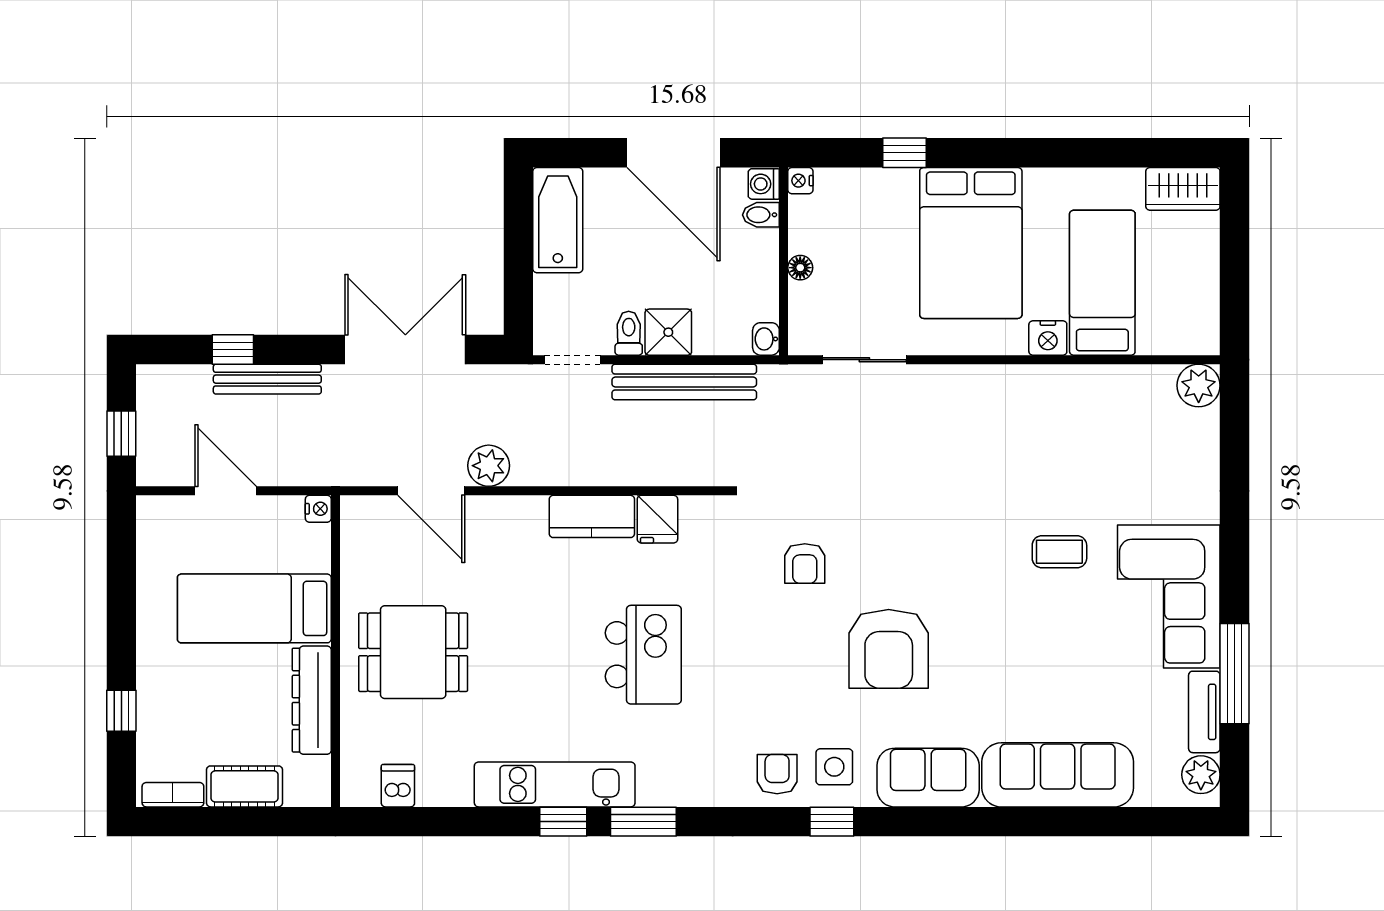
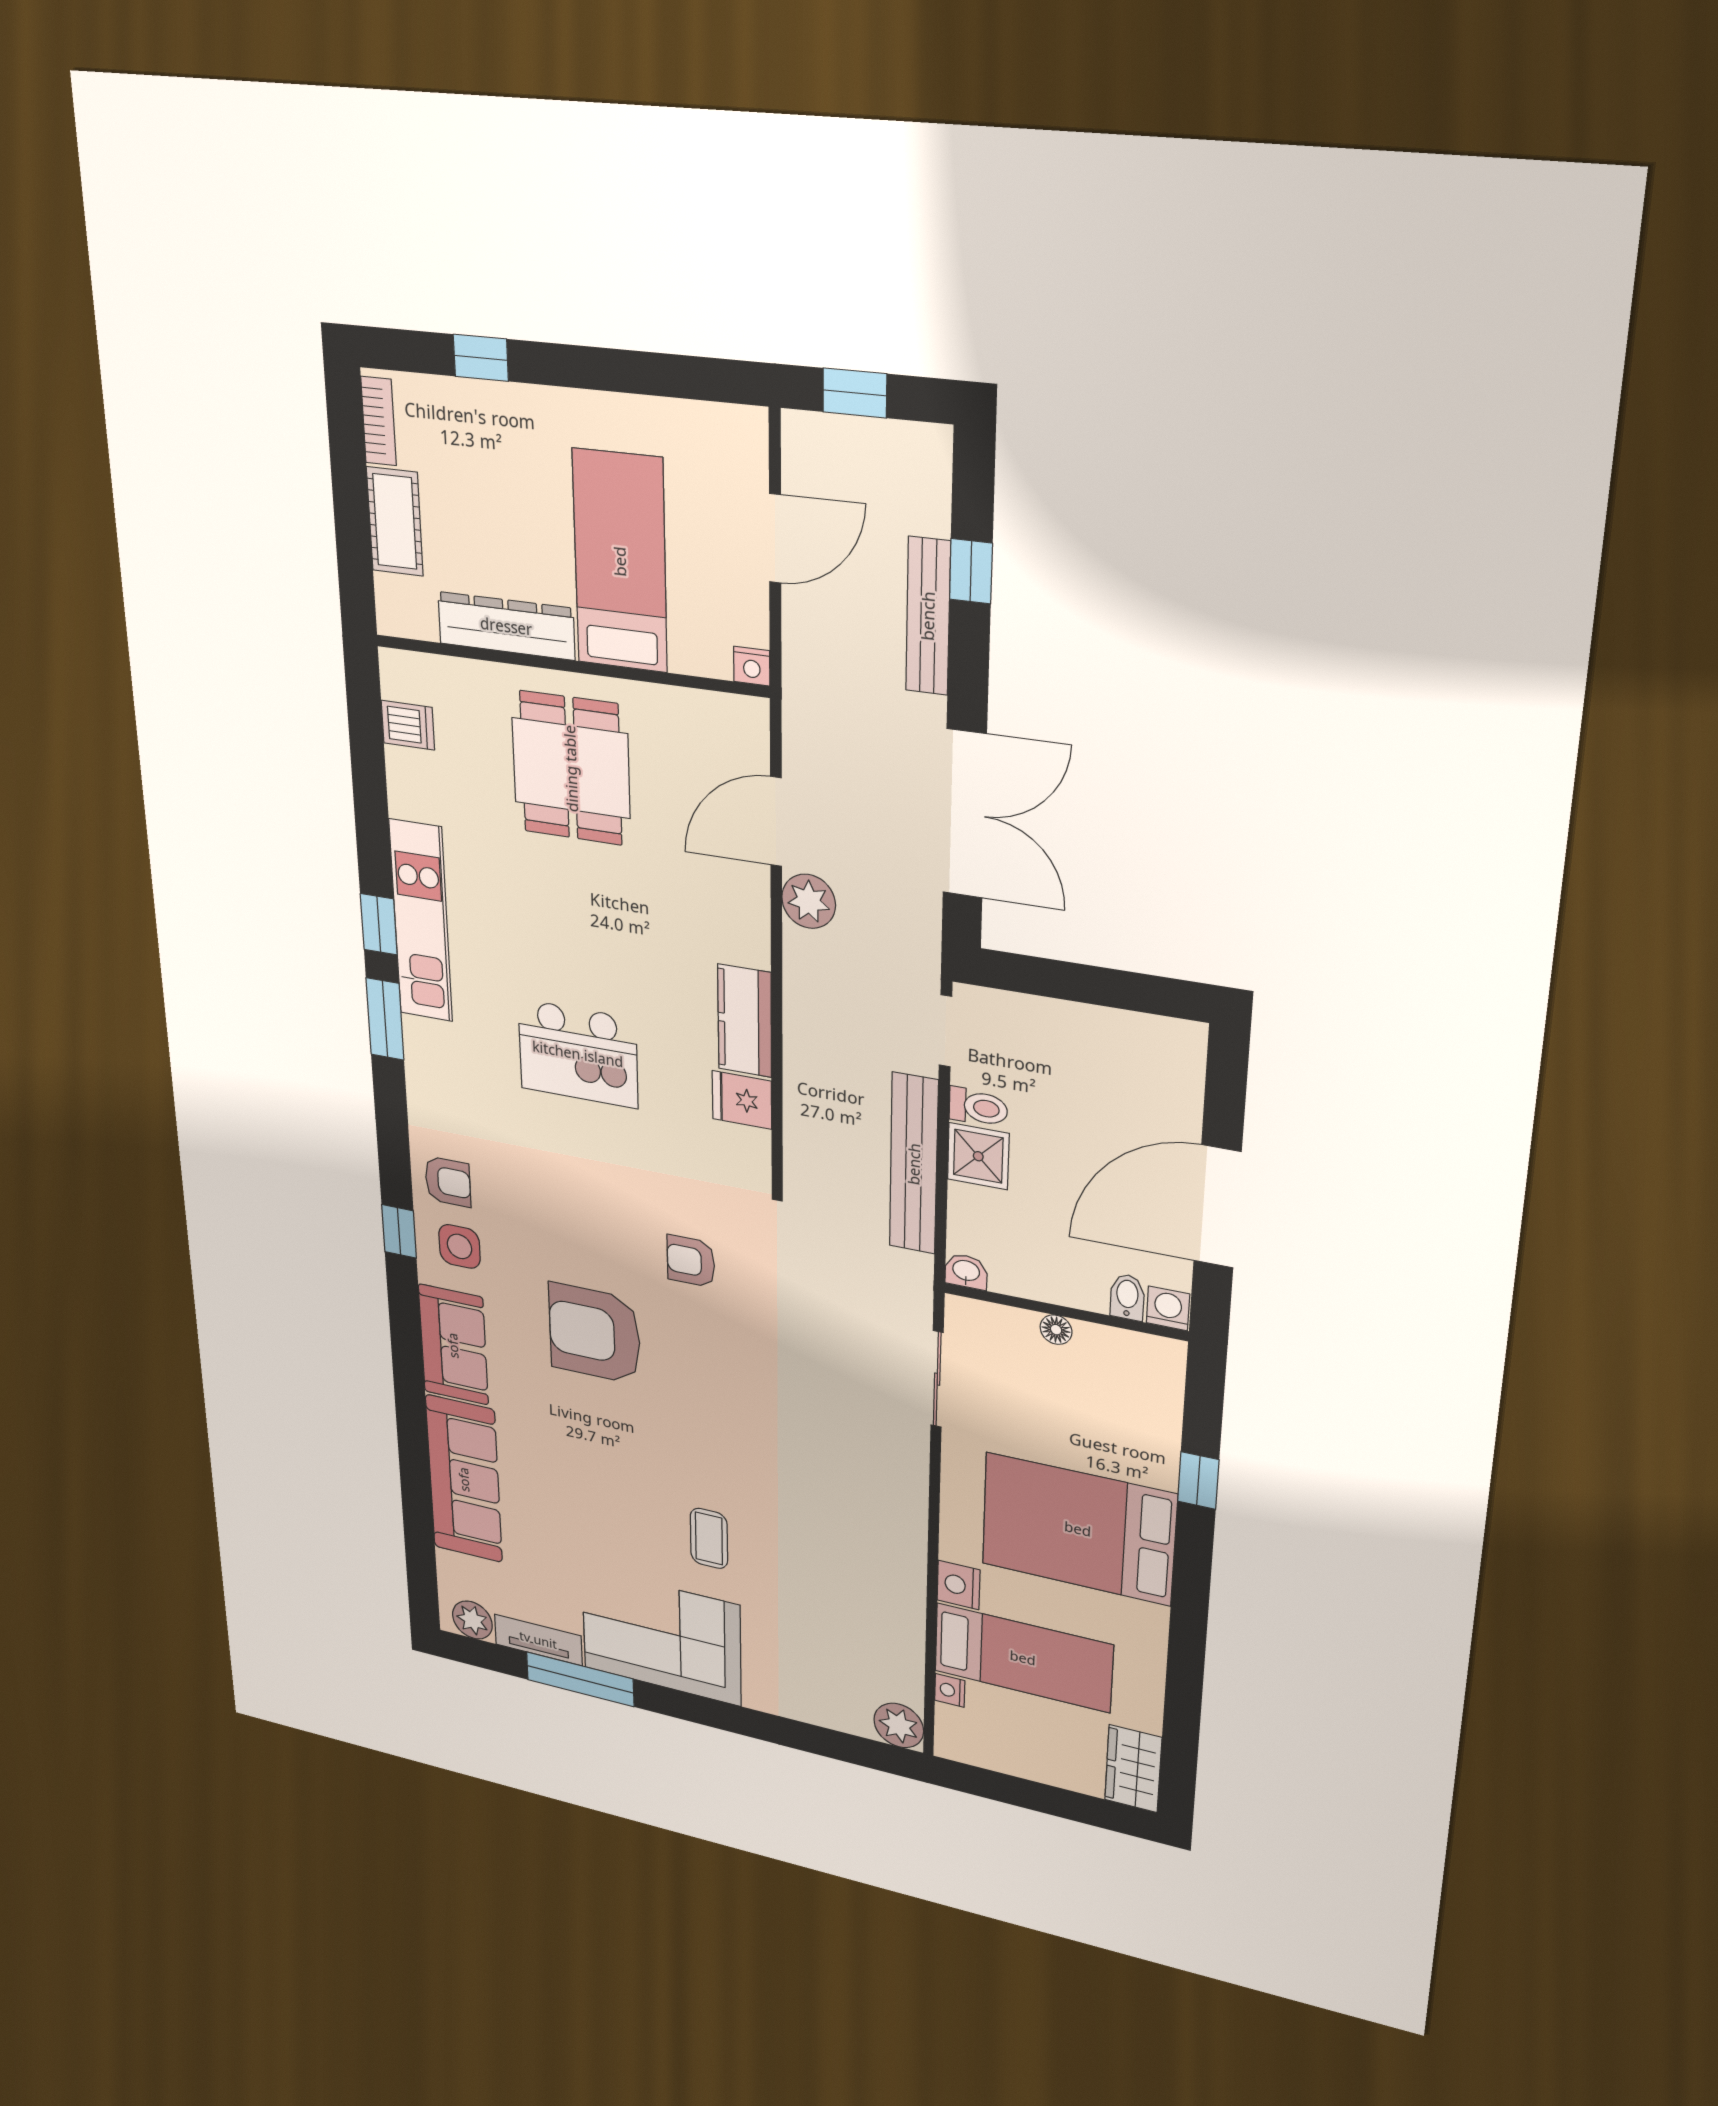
nightstand: (800, 181) -> (950, 1690), moved, turned -90
bathtub: (558, 220) -> (1134, 1044), removed

